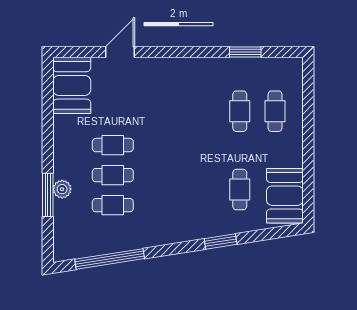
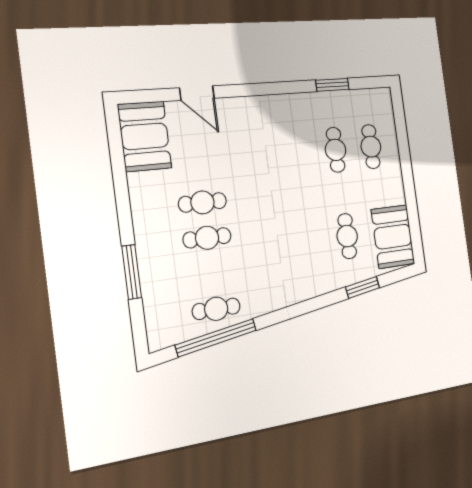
door: (120, 52) -> (197, 93), swing flipped
plant: (62, 189) -> (149, 263), removed
cafe table: (113, 205) -> (216, 309), moved
window: (221, 241) -> (363, 287), moved

